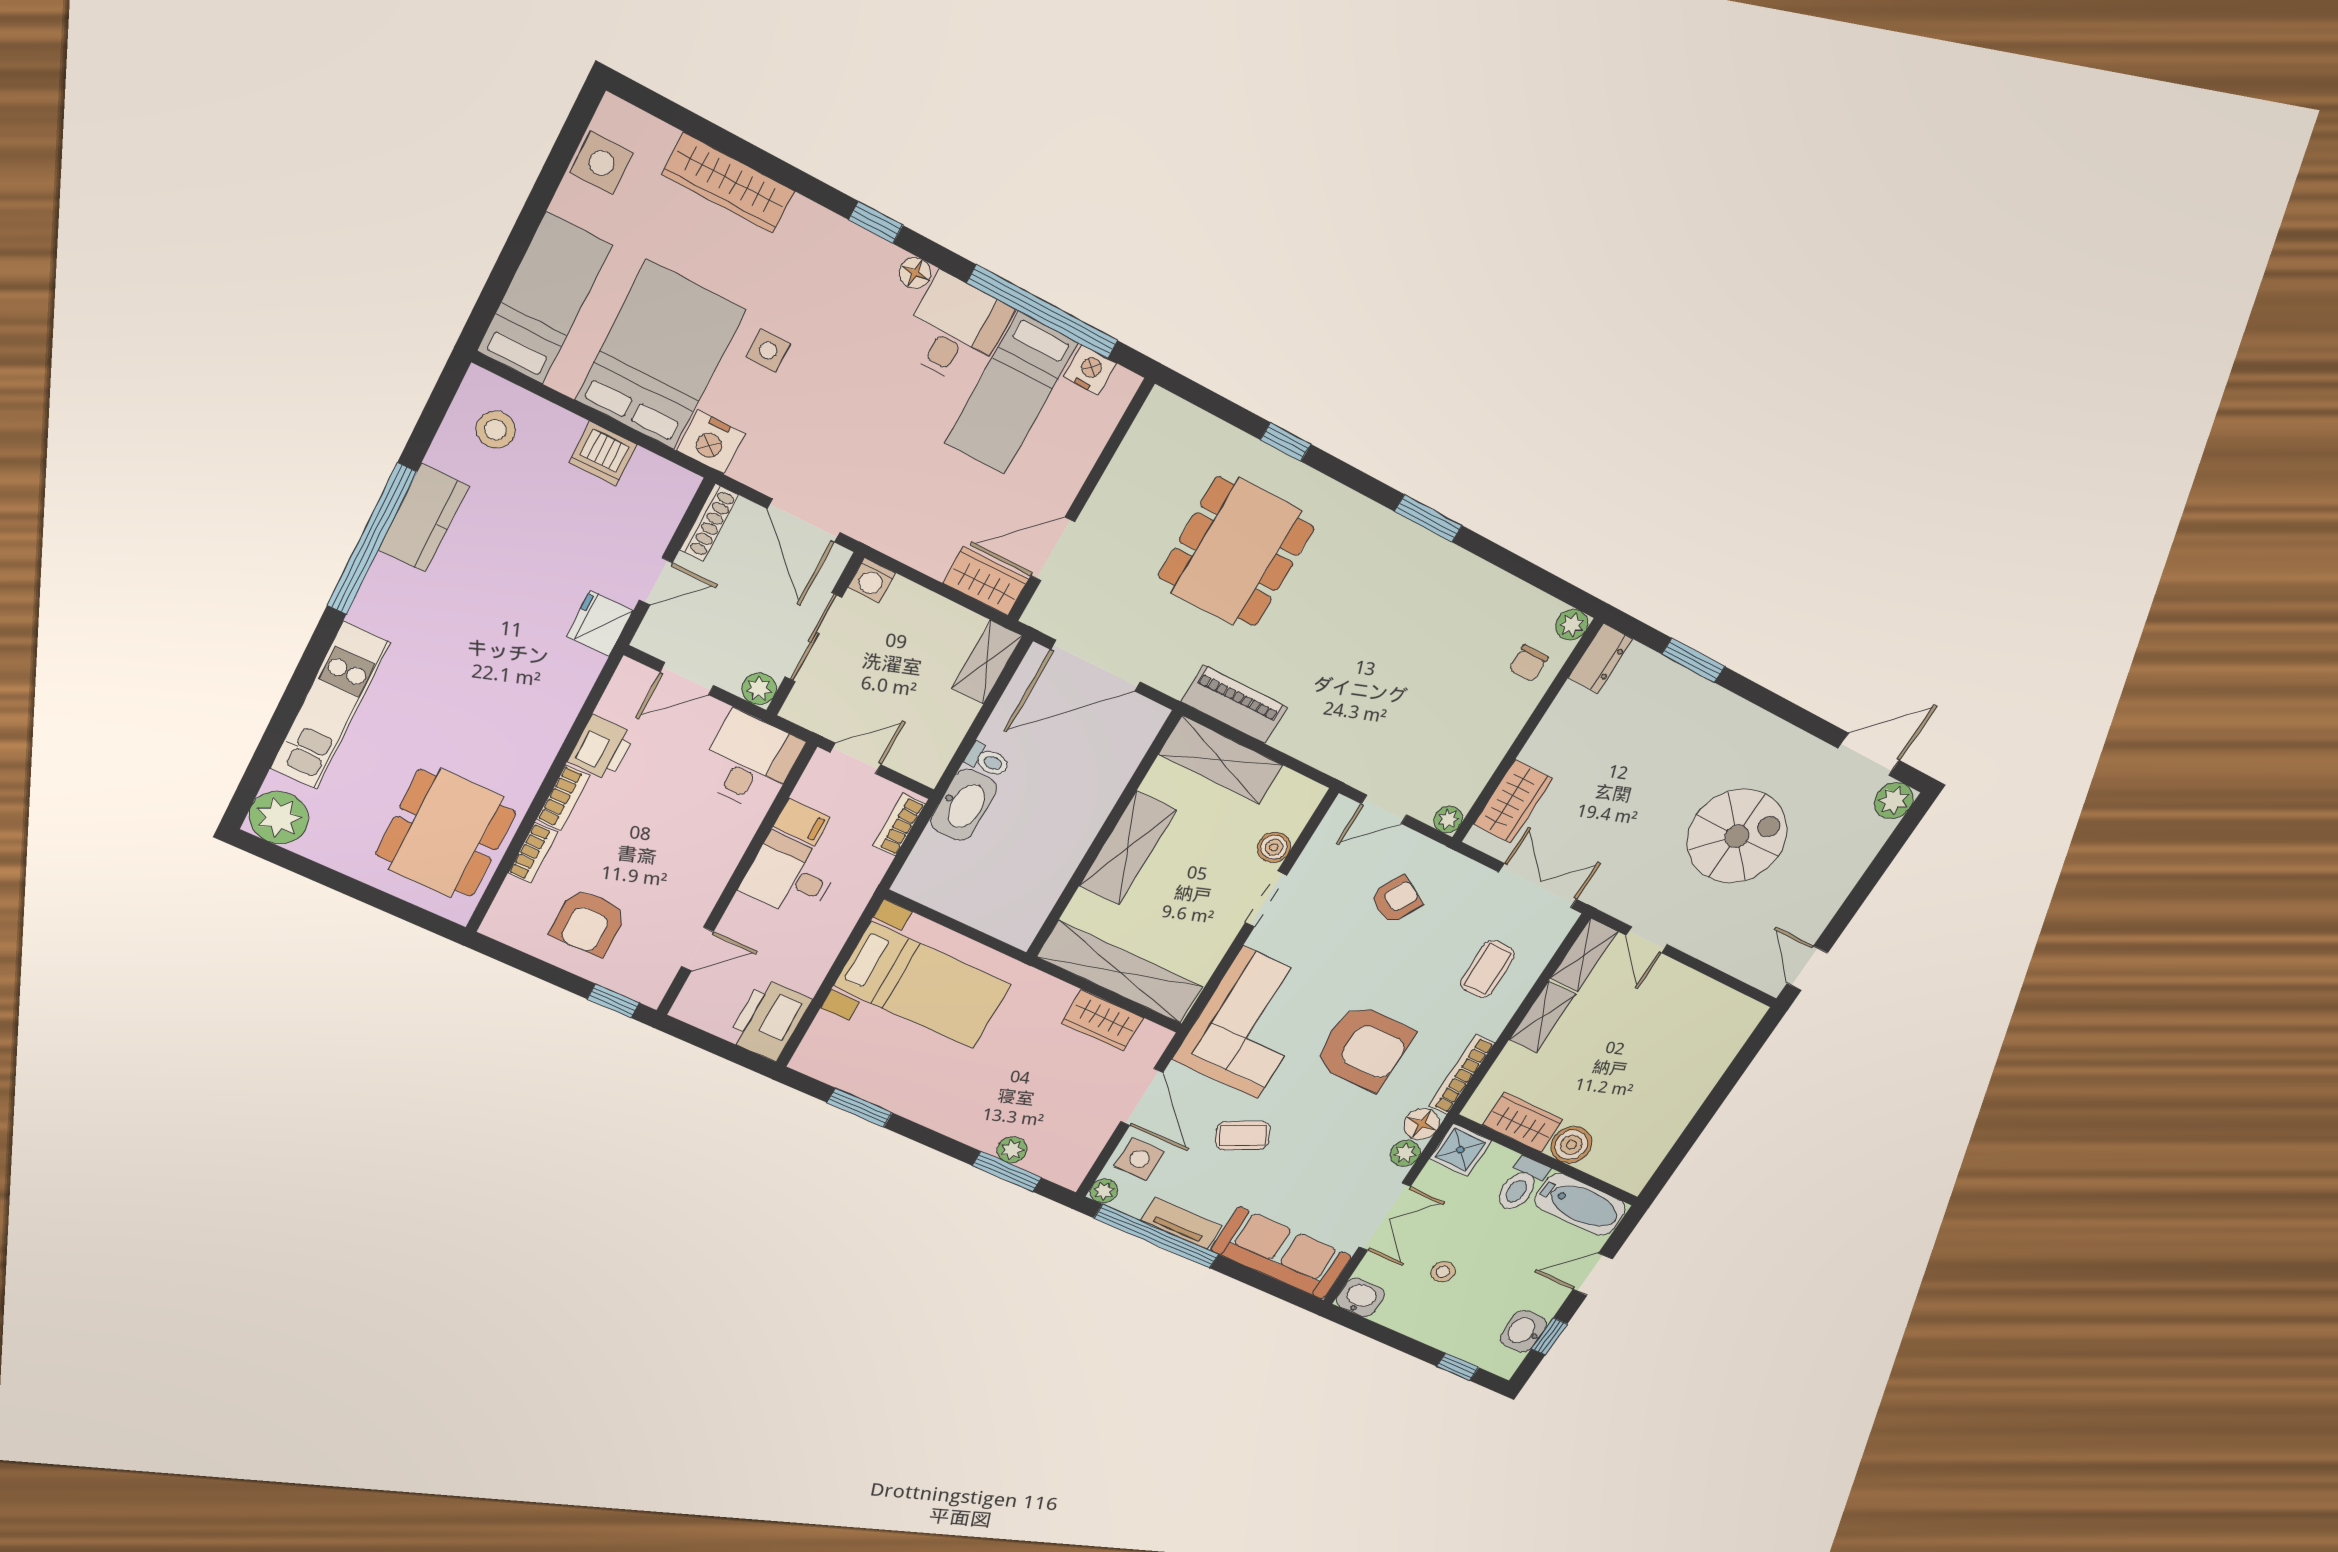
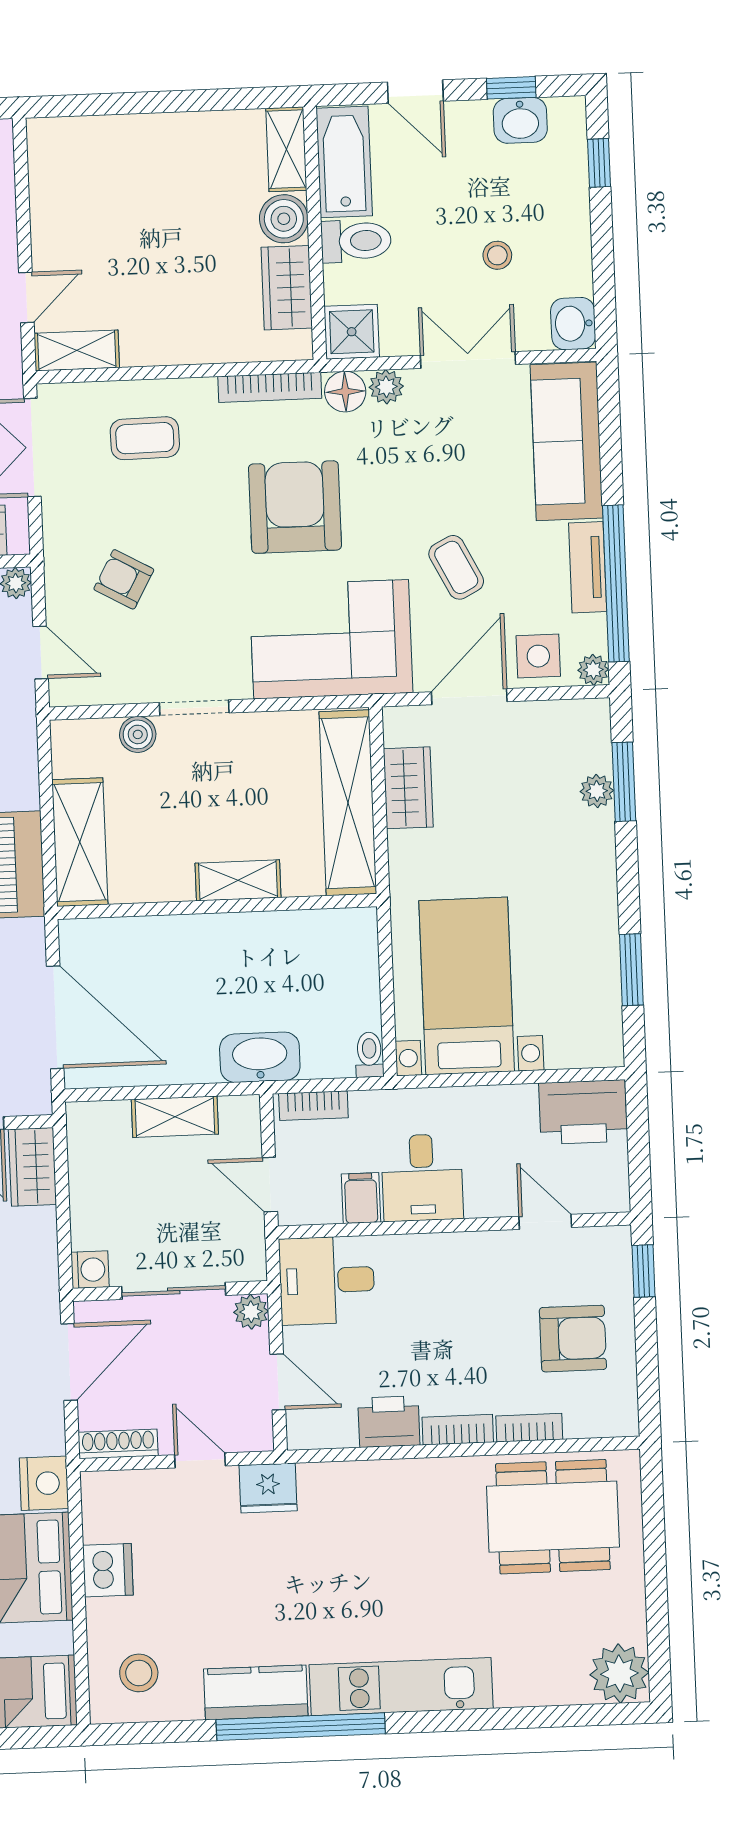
shelving: (987, 662) -> (175, 1117), moved
kitchen unit: (330, 706) -> (401, 1687), moved
toilet: (988, 760) -> (369, 1055), moved
shelving: (1128, 848) -> (238, 880), width x0.67, depth x0.75
shelving: (1542, 1017) -> (286, 149), moved, turned 90

